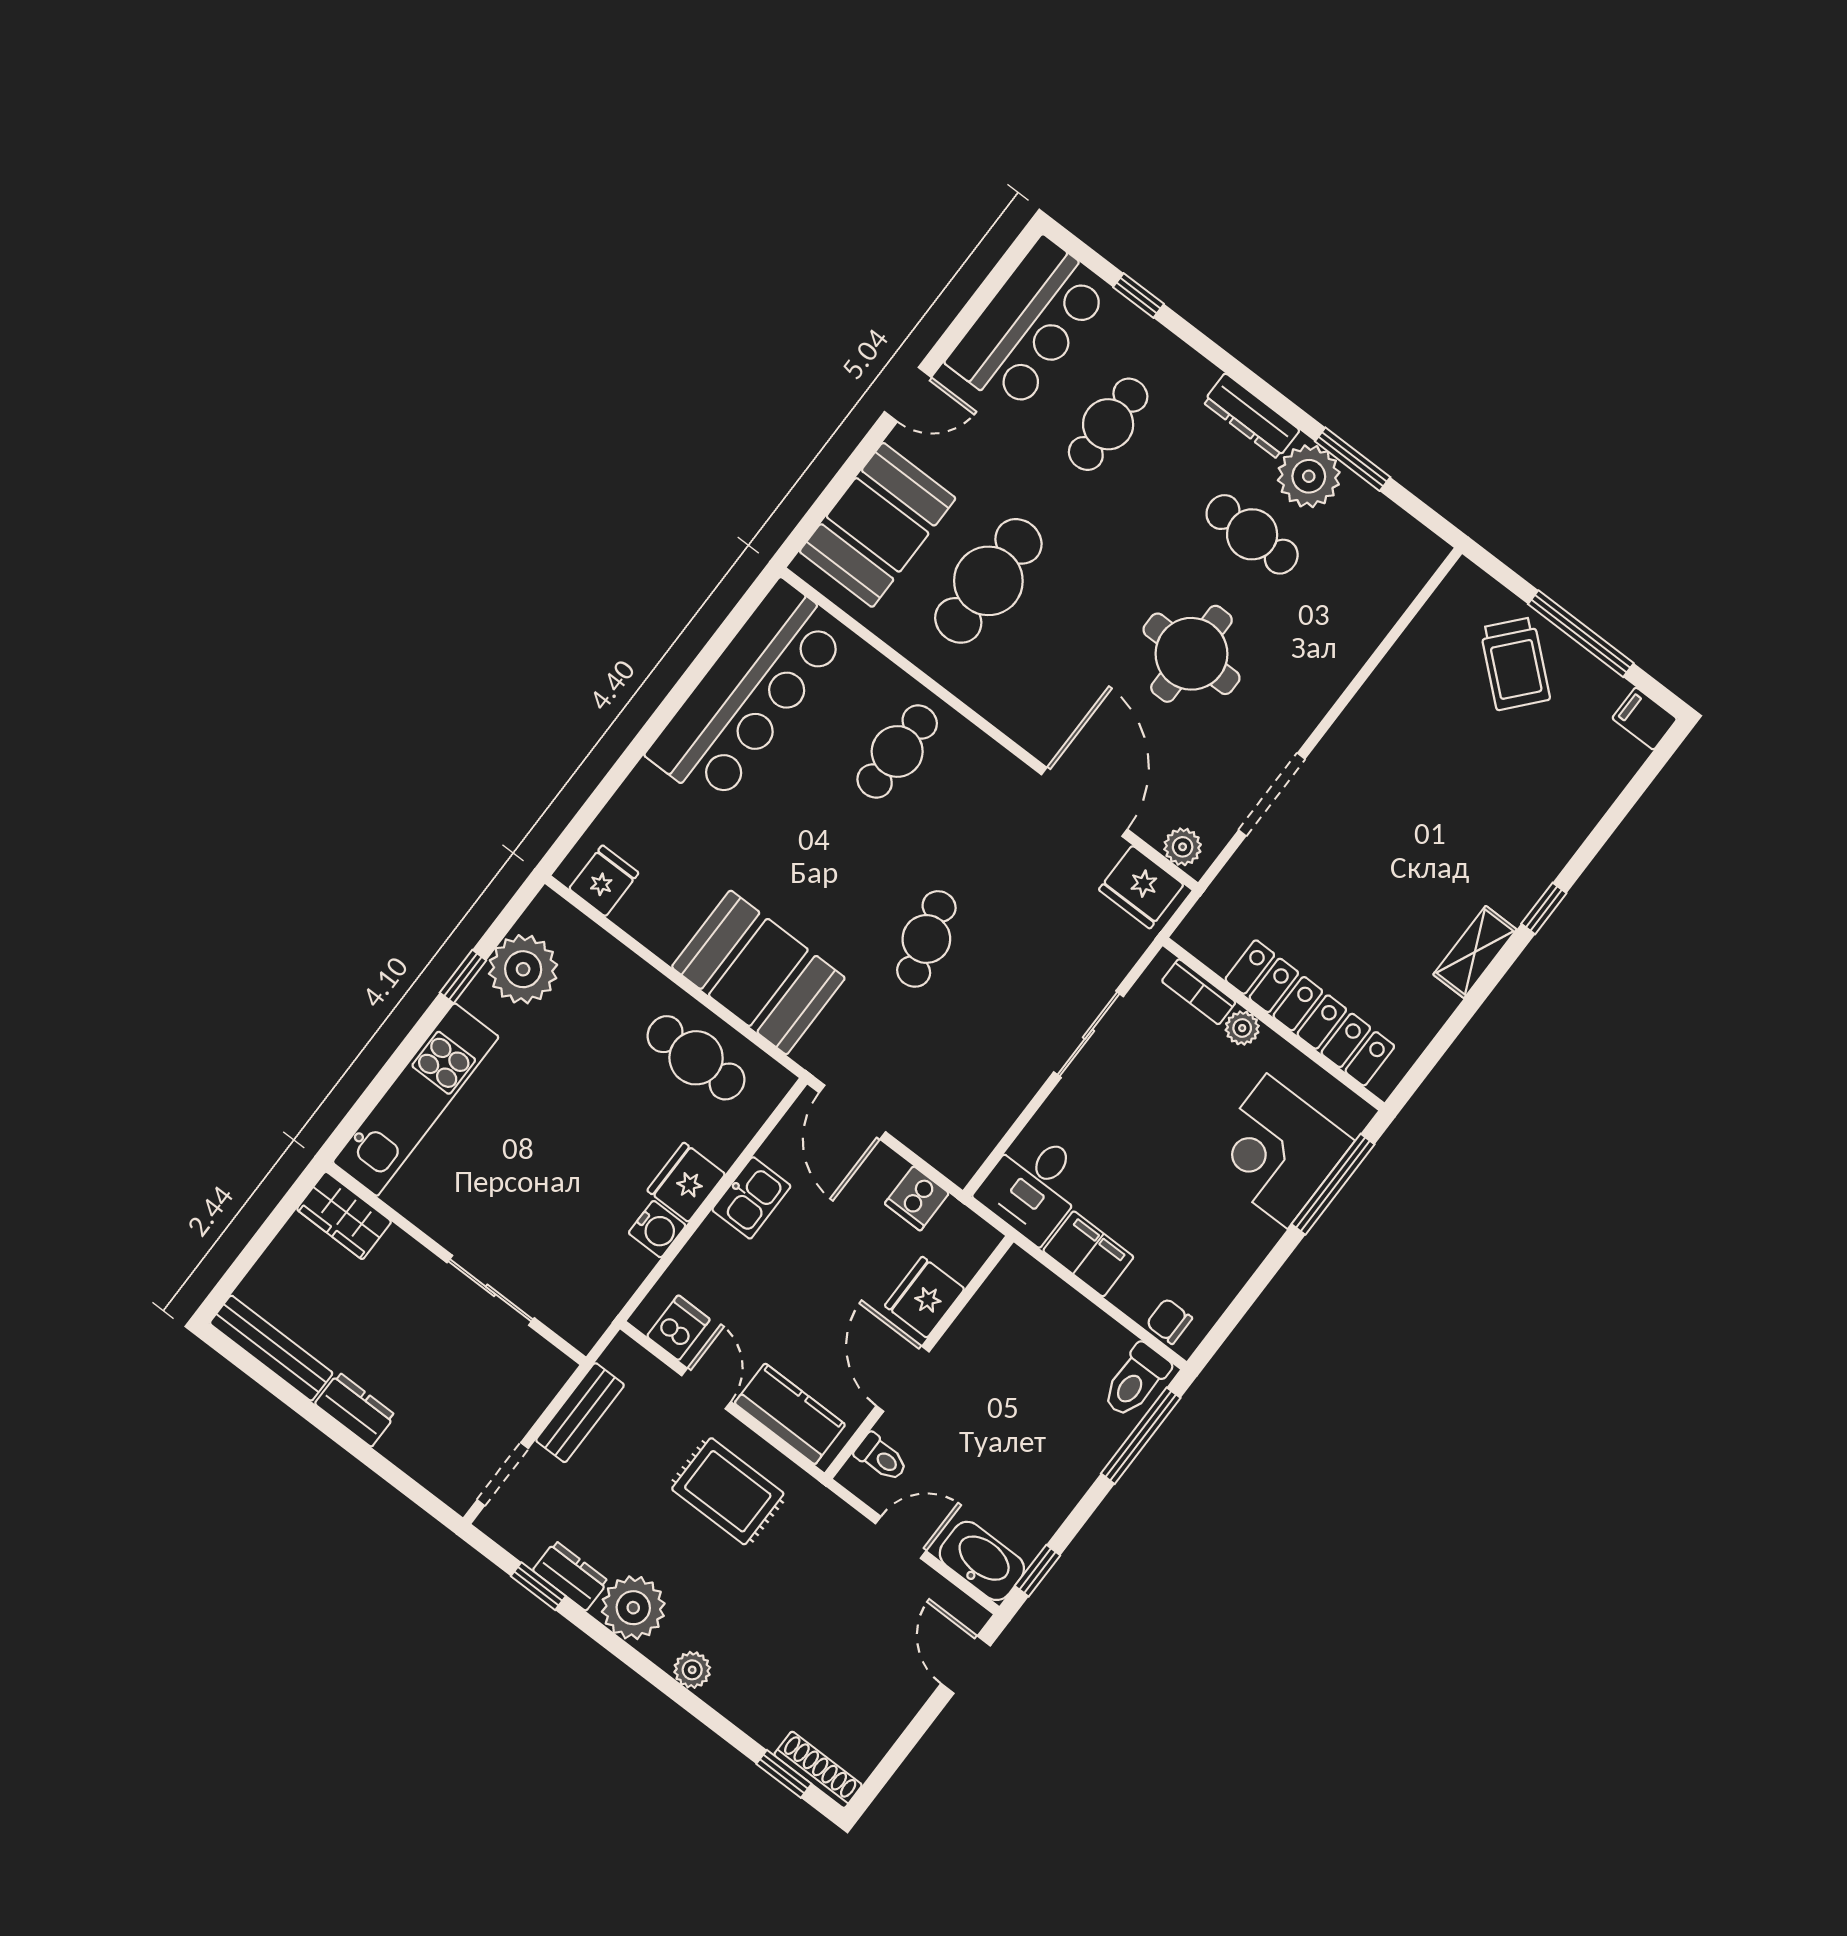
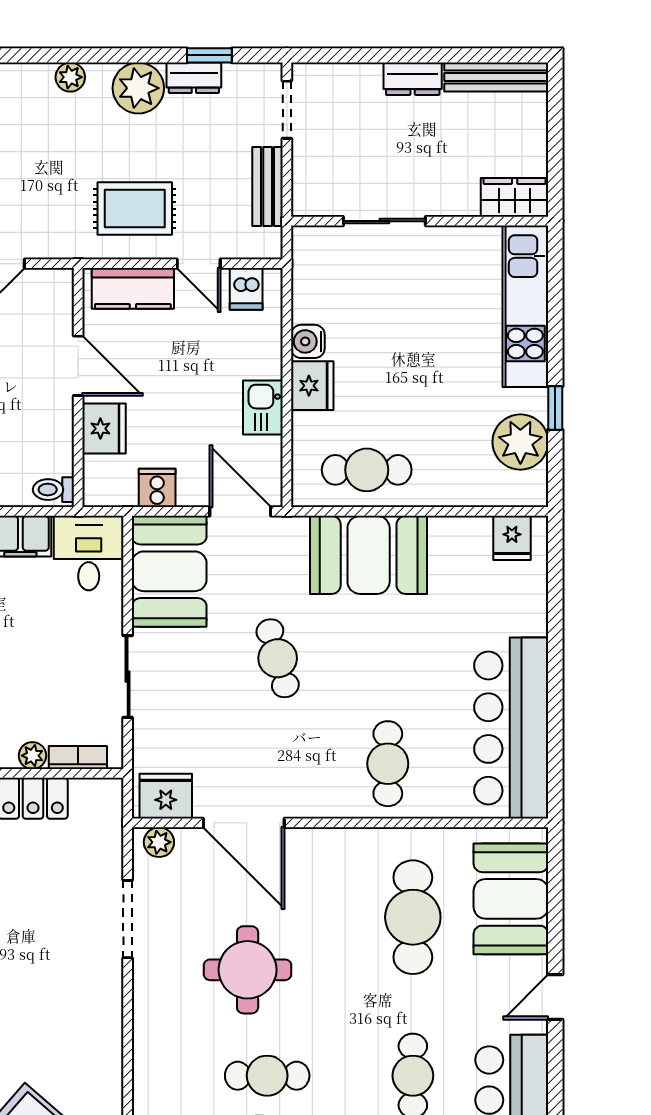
booth: (968, 1107) -> (169, 571), added
toilet: (881, 1457) -> (53, 490), moved

